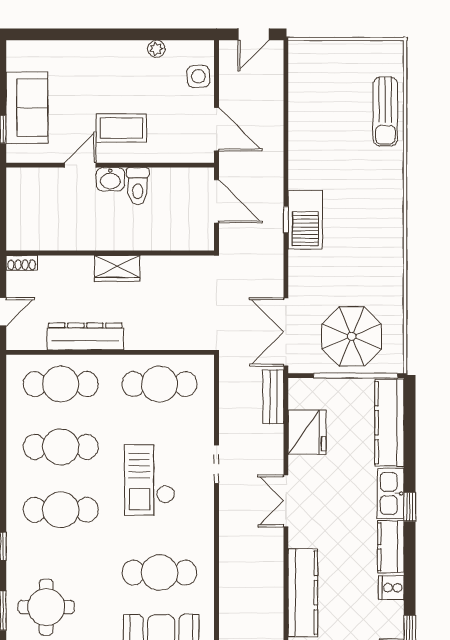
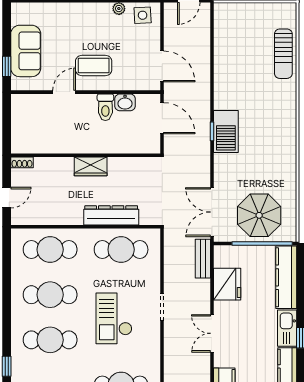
side table: (198, 76) -> (143, 15), moved
washbasin: (110, 179) -> (125, 102), moved
dresser: (85, 337) -> (111, 215), moved

